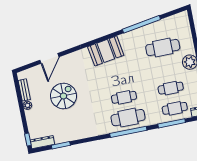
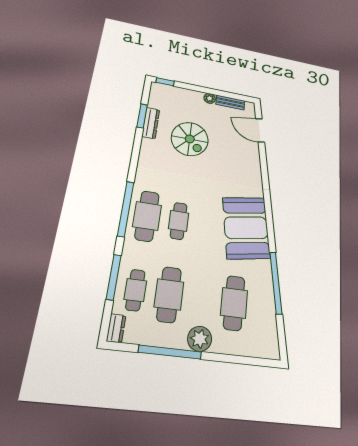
booth: (106, 51) -> (246, 228), width x1.36, depth x1.42
door: (49, 58) -> (260, 130), moved
cafe table: (171, 88) -> (169, 294), width x1.37, depth x1.35
spiral stairs: (63, 96) -> (190, 139), moved
dresser: (42, 142) -> (151, 123), moved

